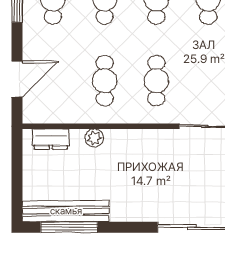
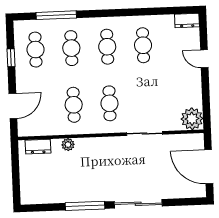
bench: (66, 211) -> (50, 196), removed
window: (69, 227) -> (85, 206), moved

